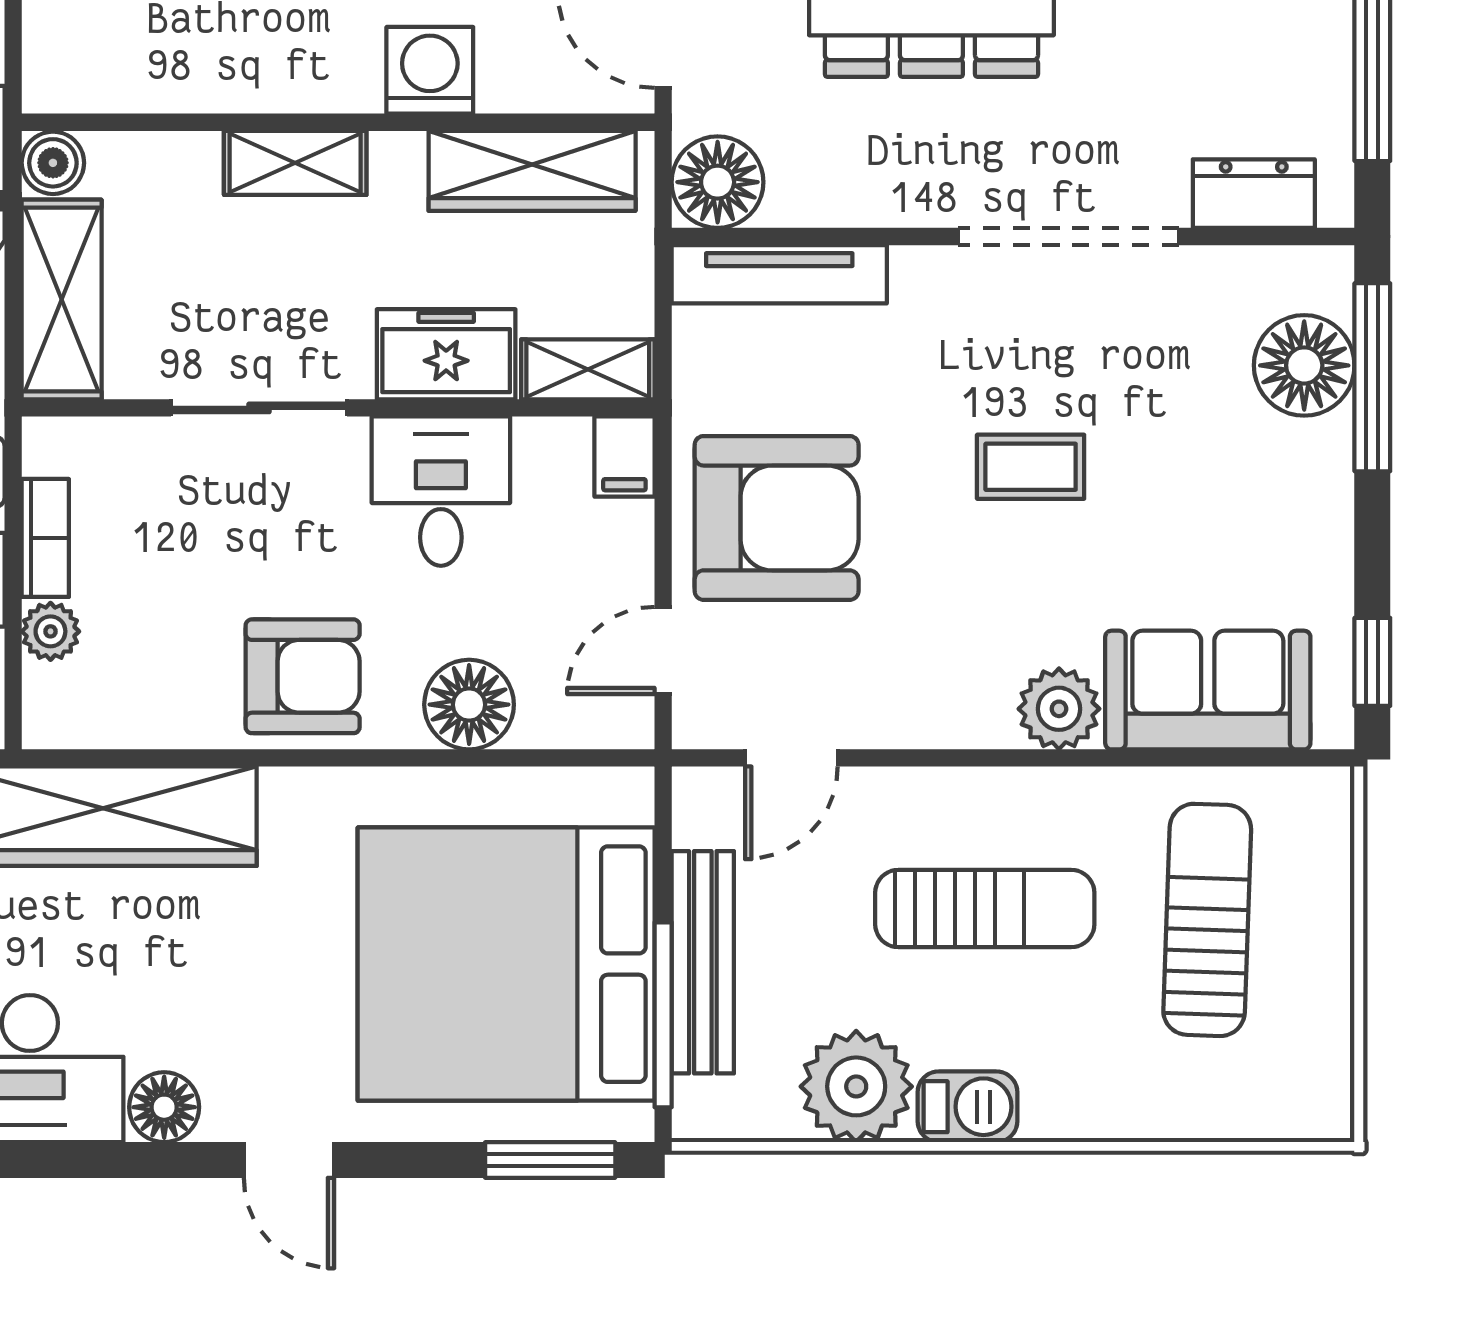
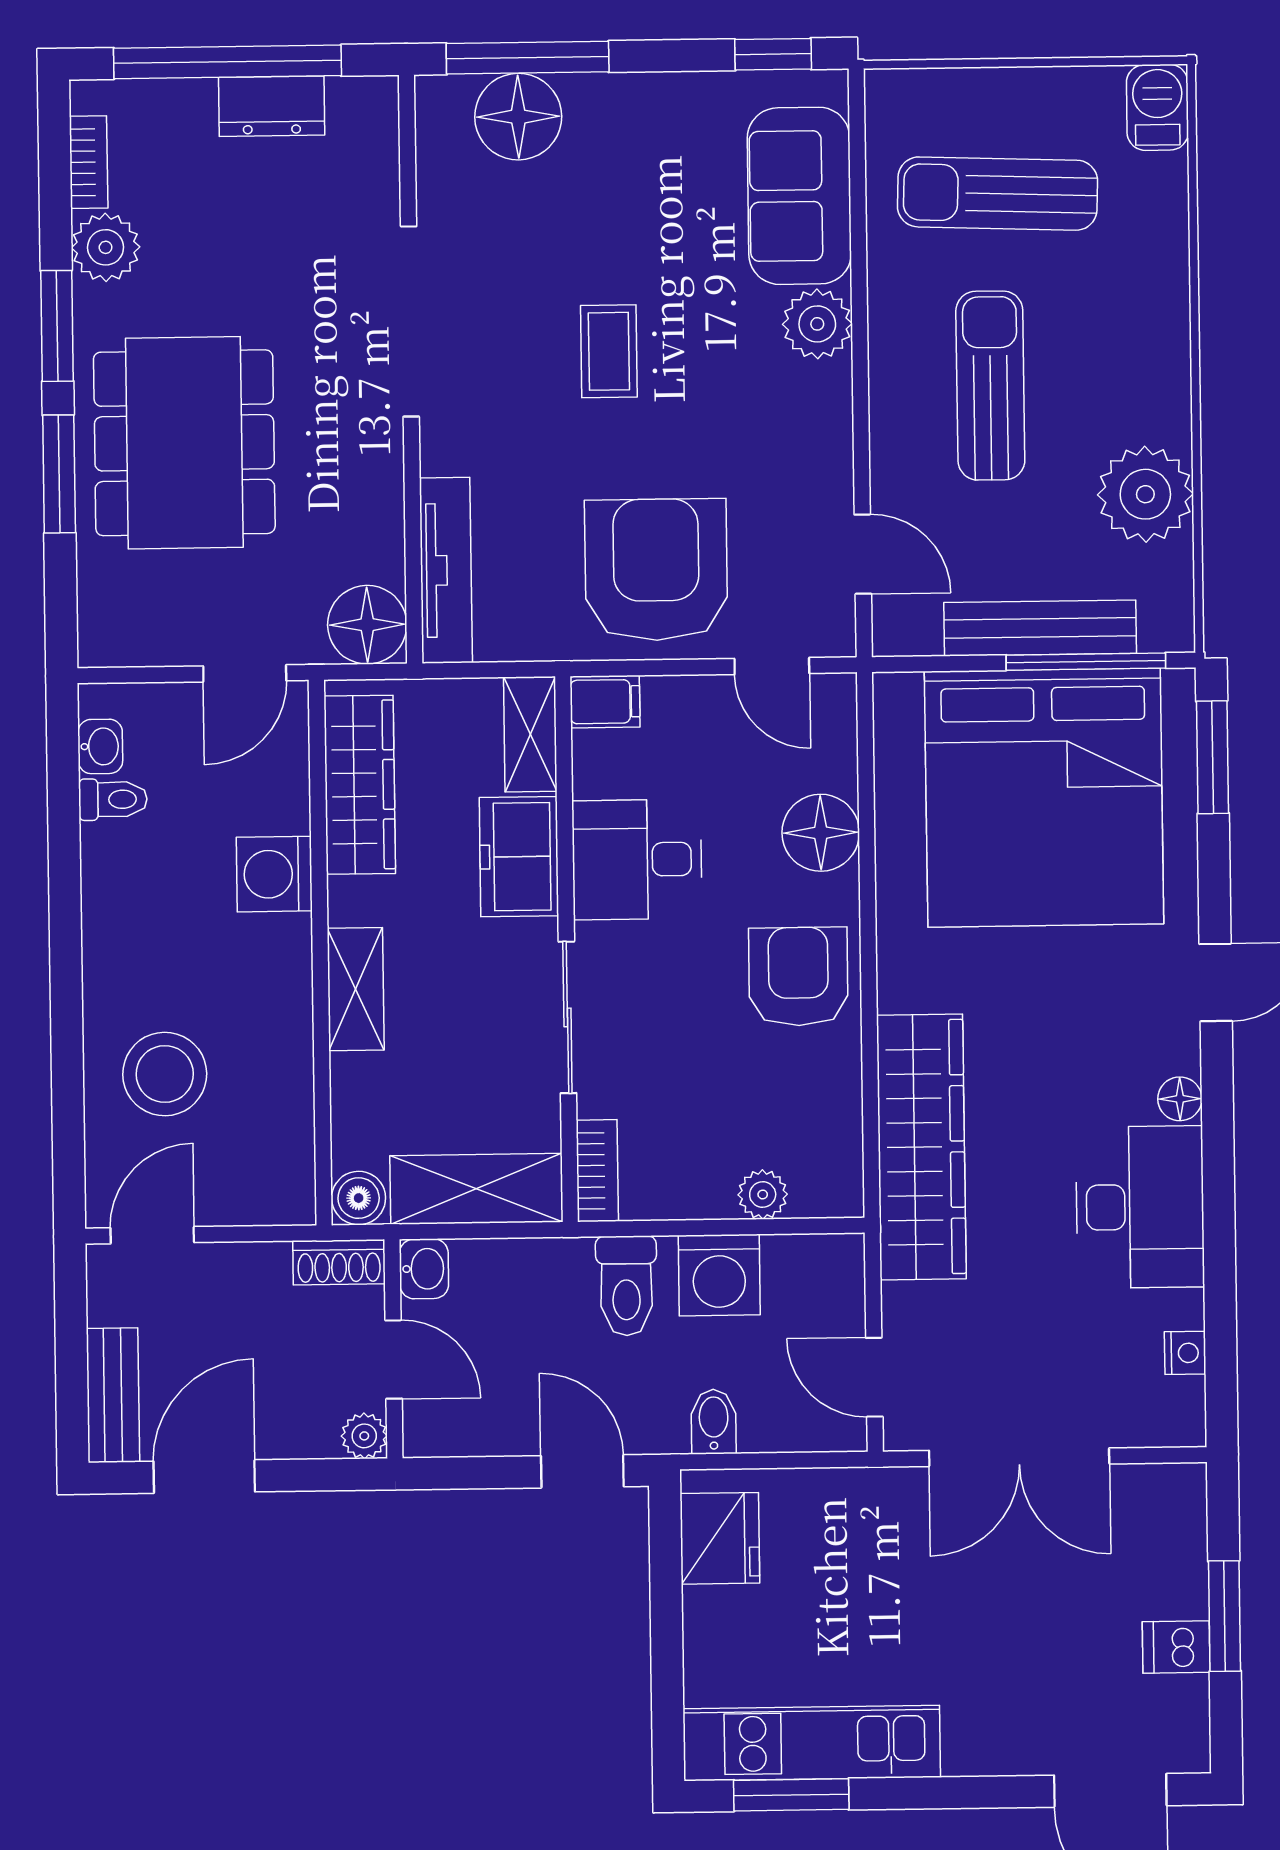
dresser: (1254, 194) -> (272, 106), moved, turned -90
bookcase: (45, 538) -> (597, 1171), moved, turned 90
floor lamp: (164, 1107) -> (1180, 1099), width x0.73, depth x0.73
barbecue: (968, 1107) -> (1157, 107), moved

